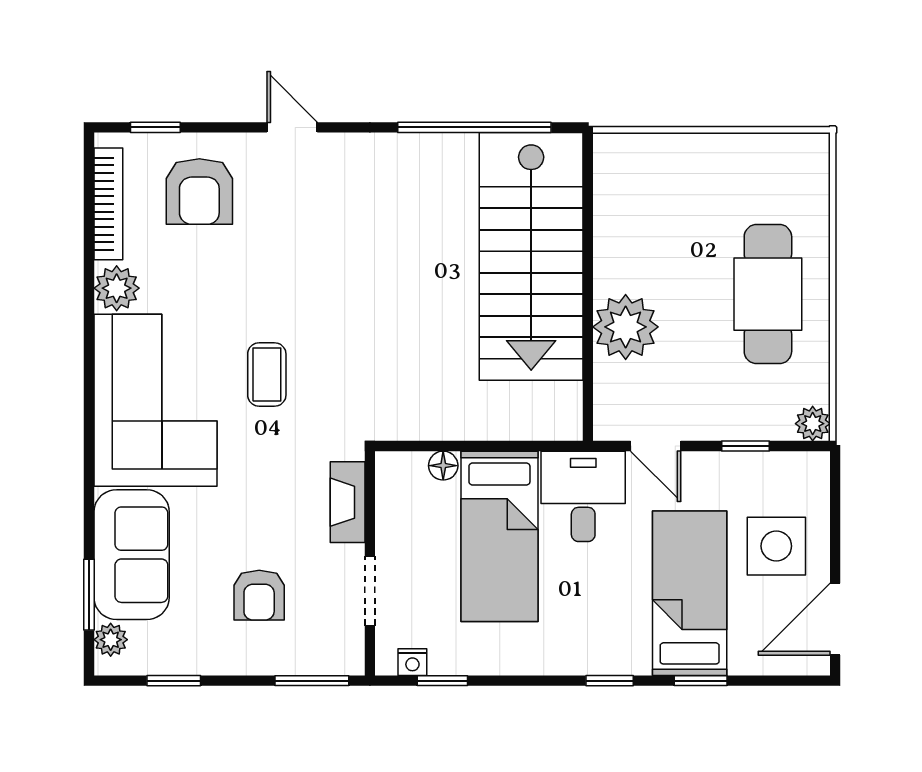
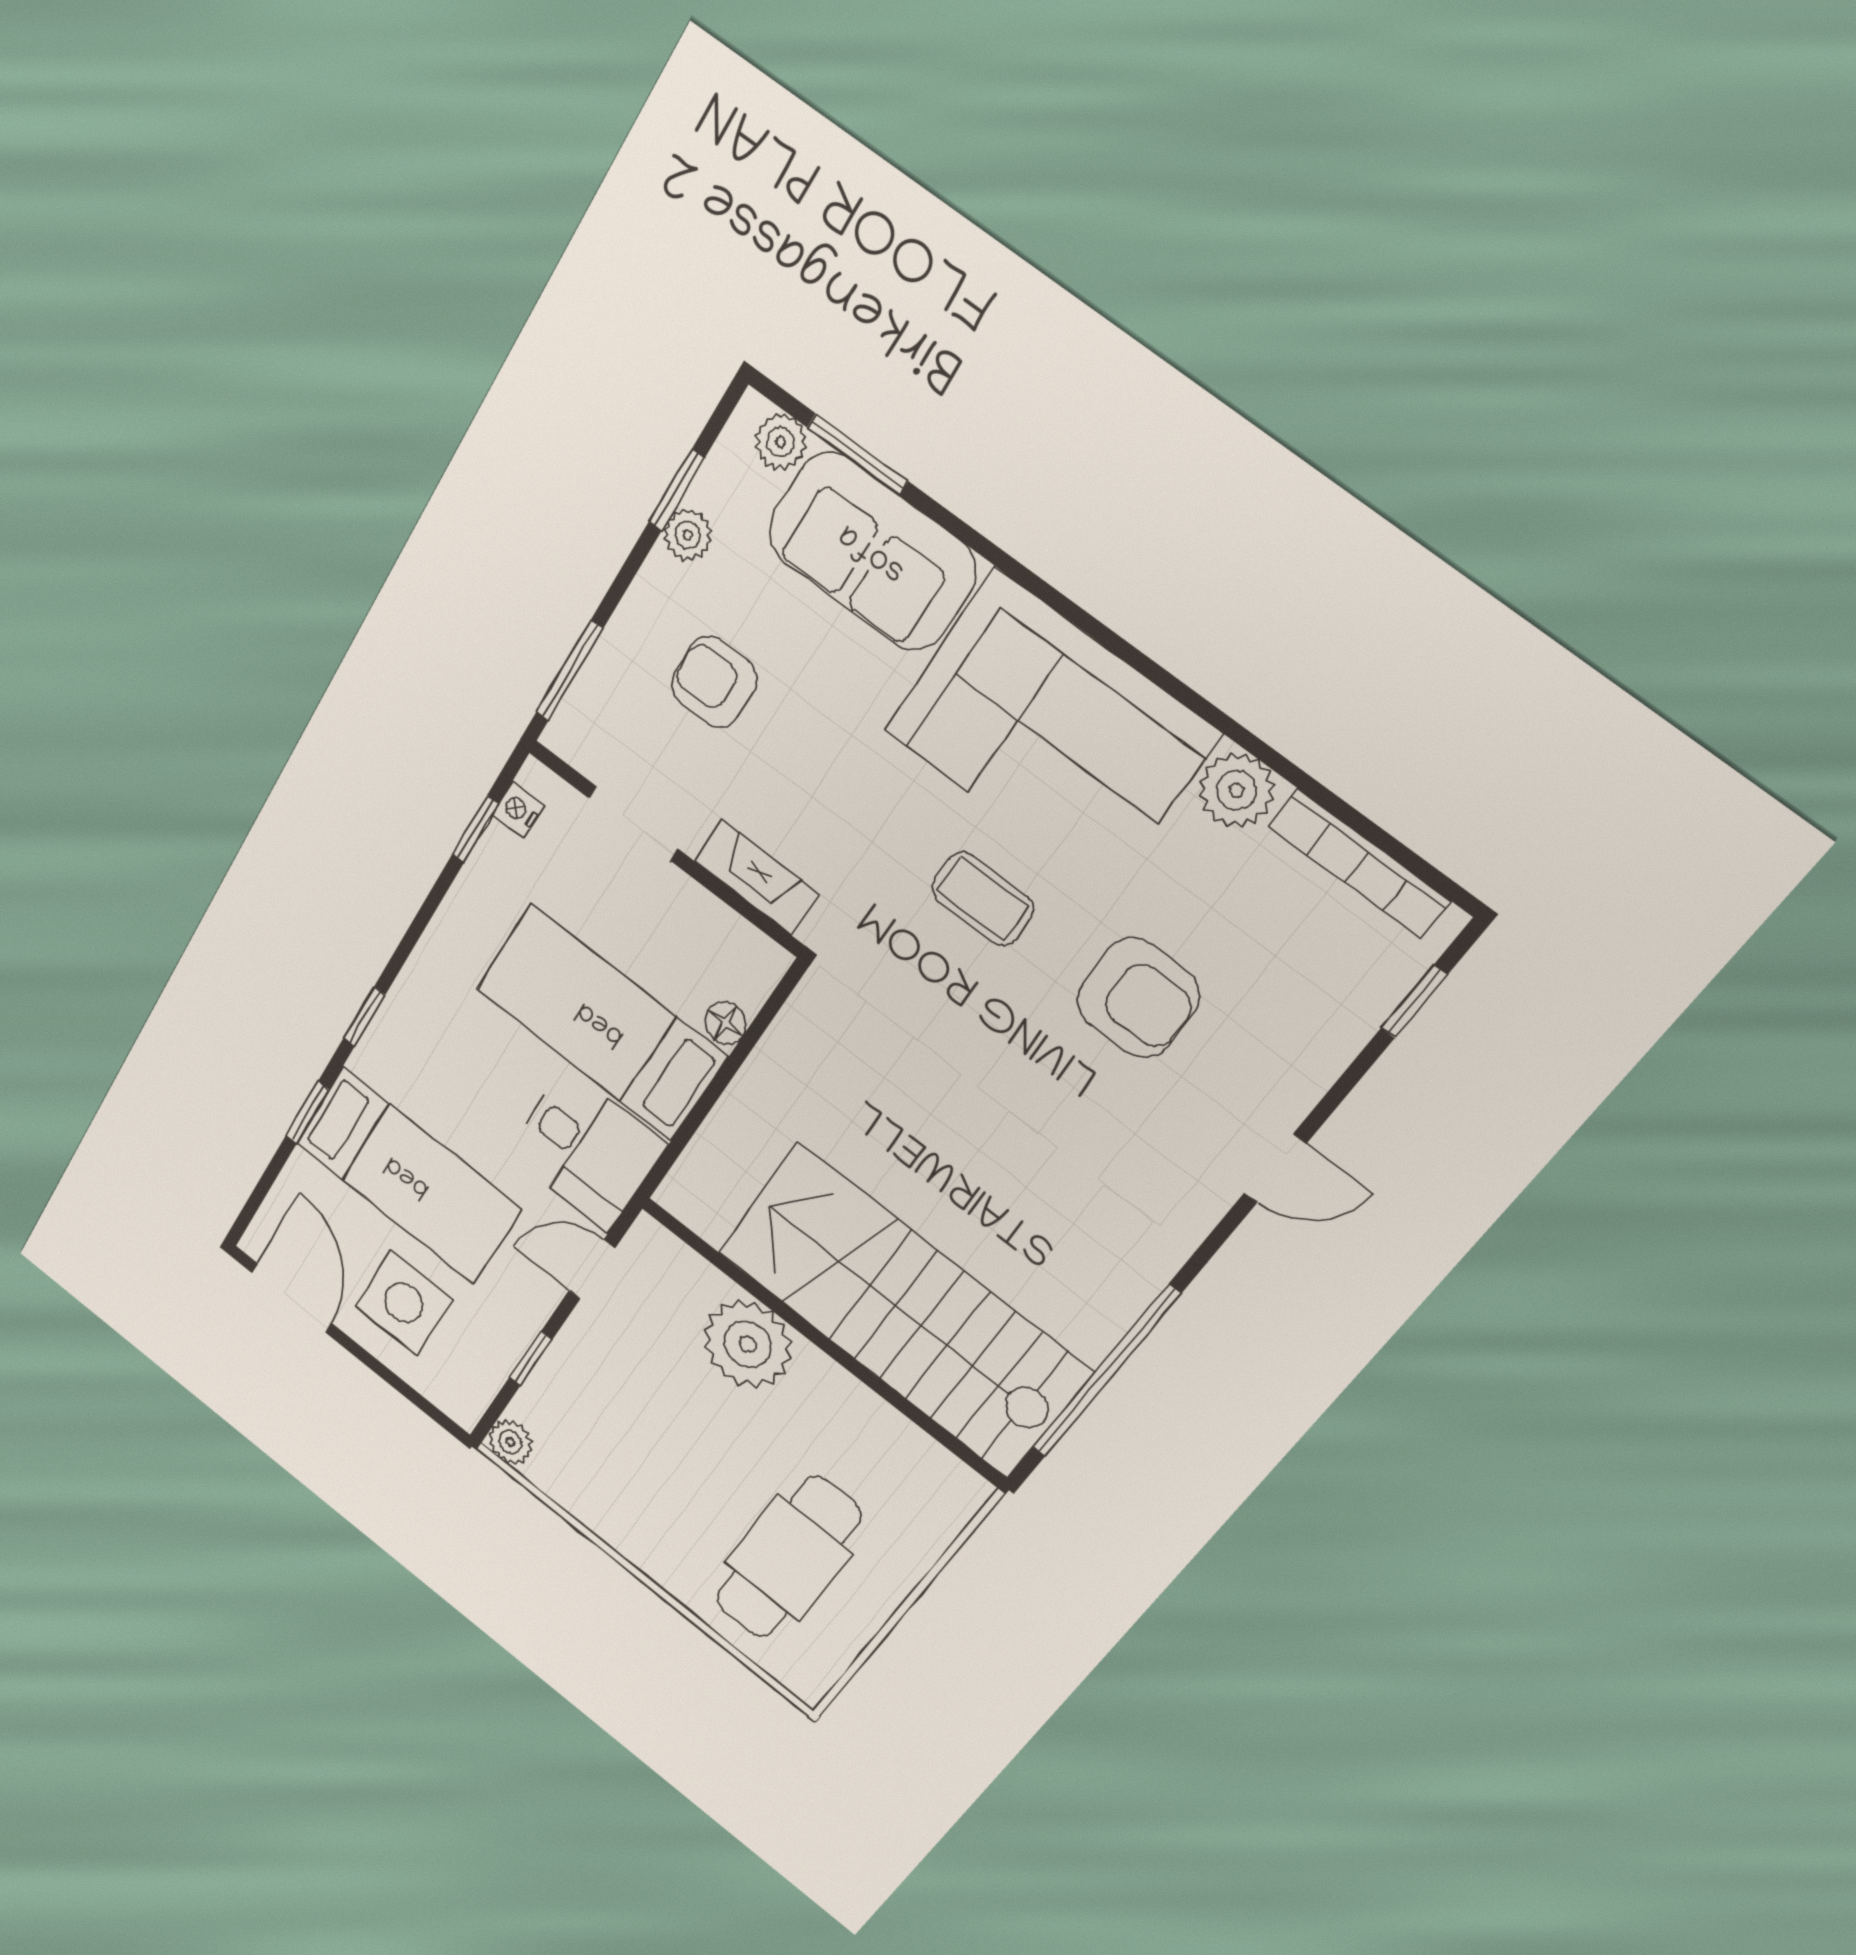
armchair: (199, 191) -> (1138, 998), moved, turned 180
cafe table: (768, 294) -> (788, 1557), moved, turned 90
plant: (192, 660) -> (688, 535), added

